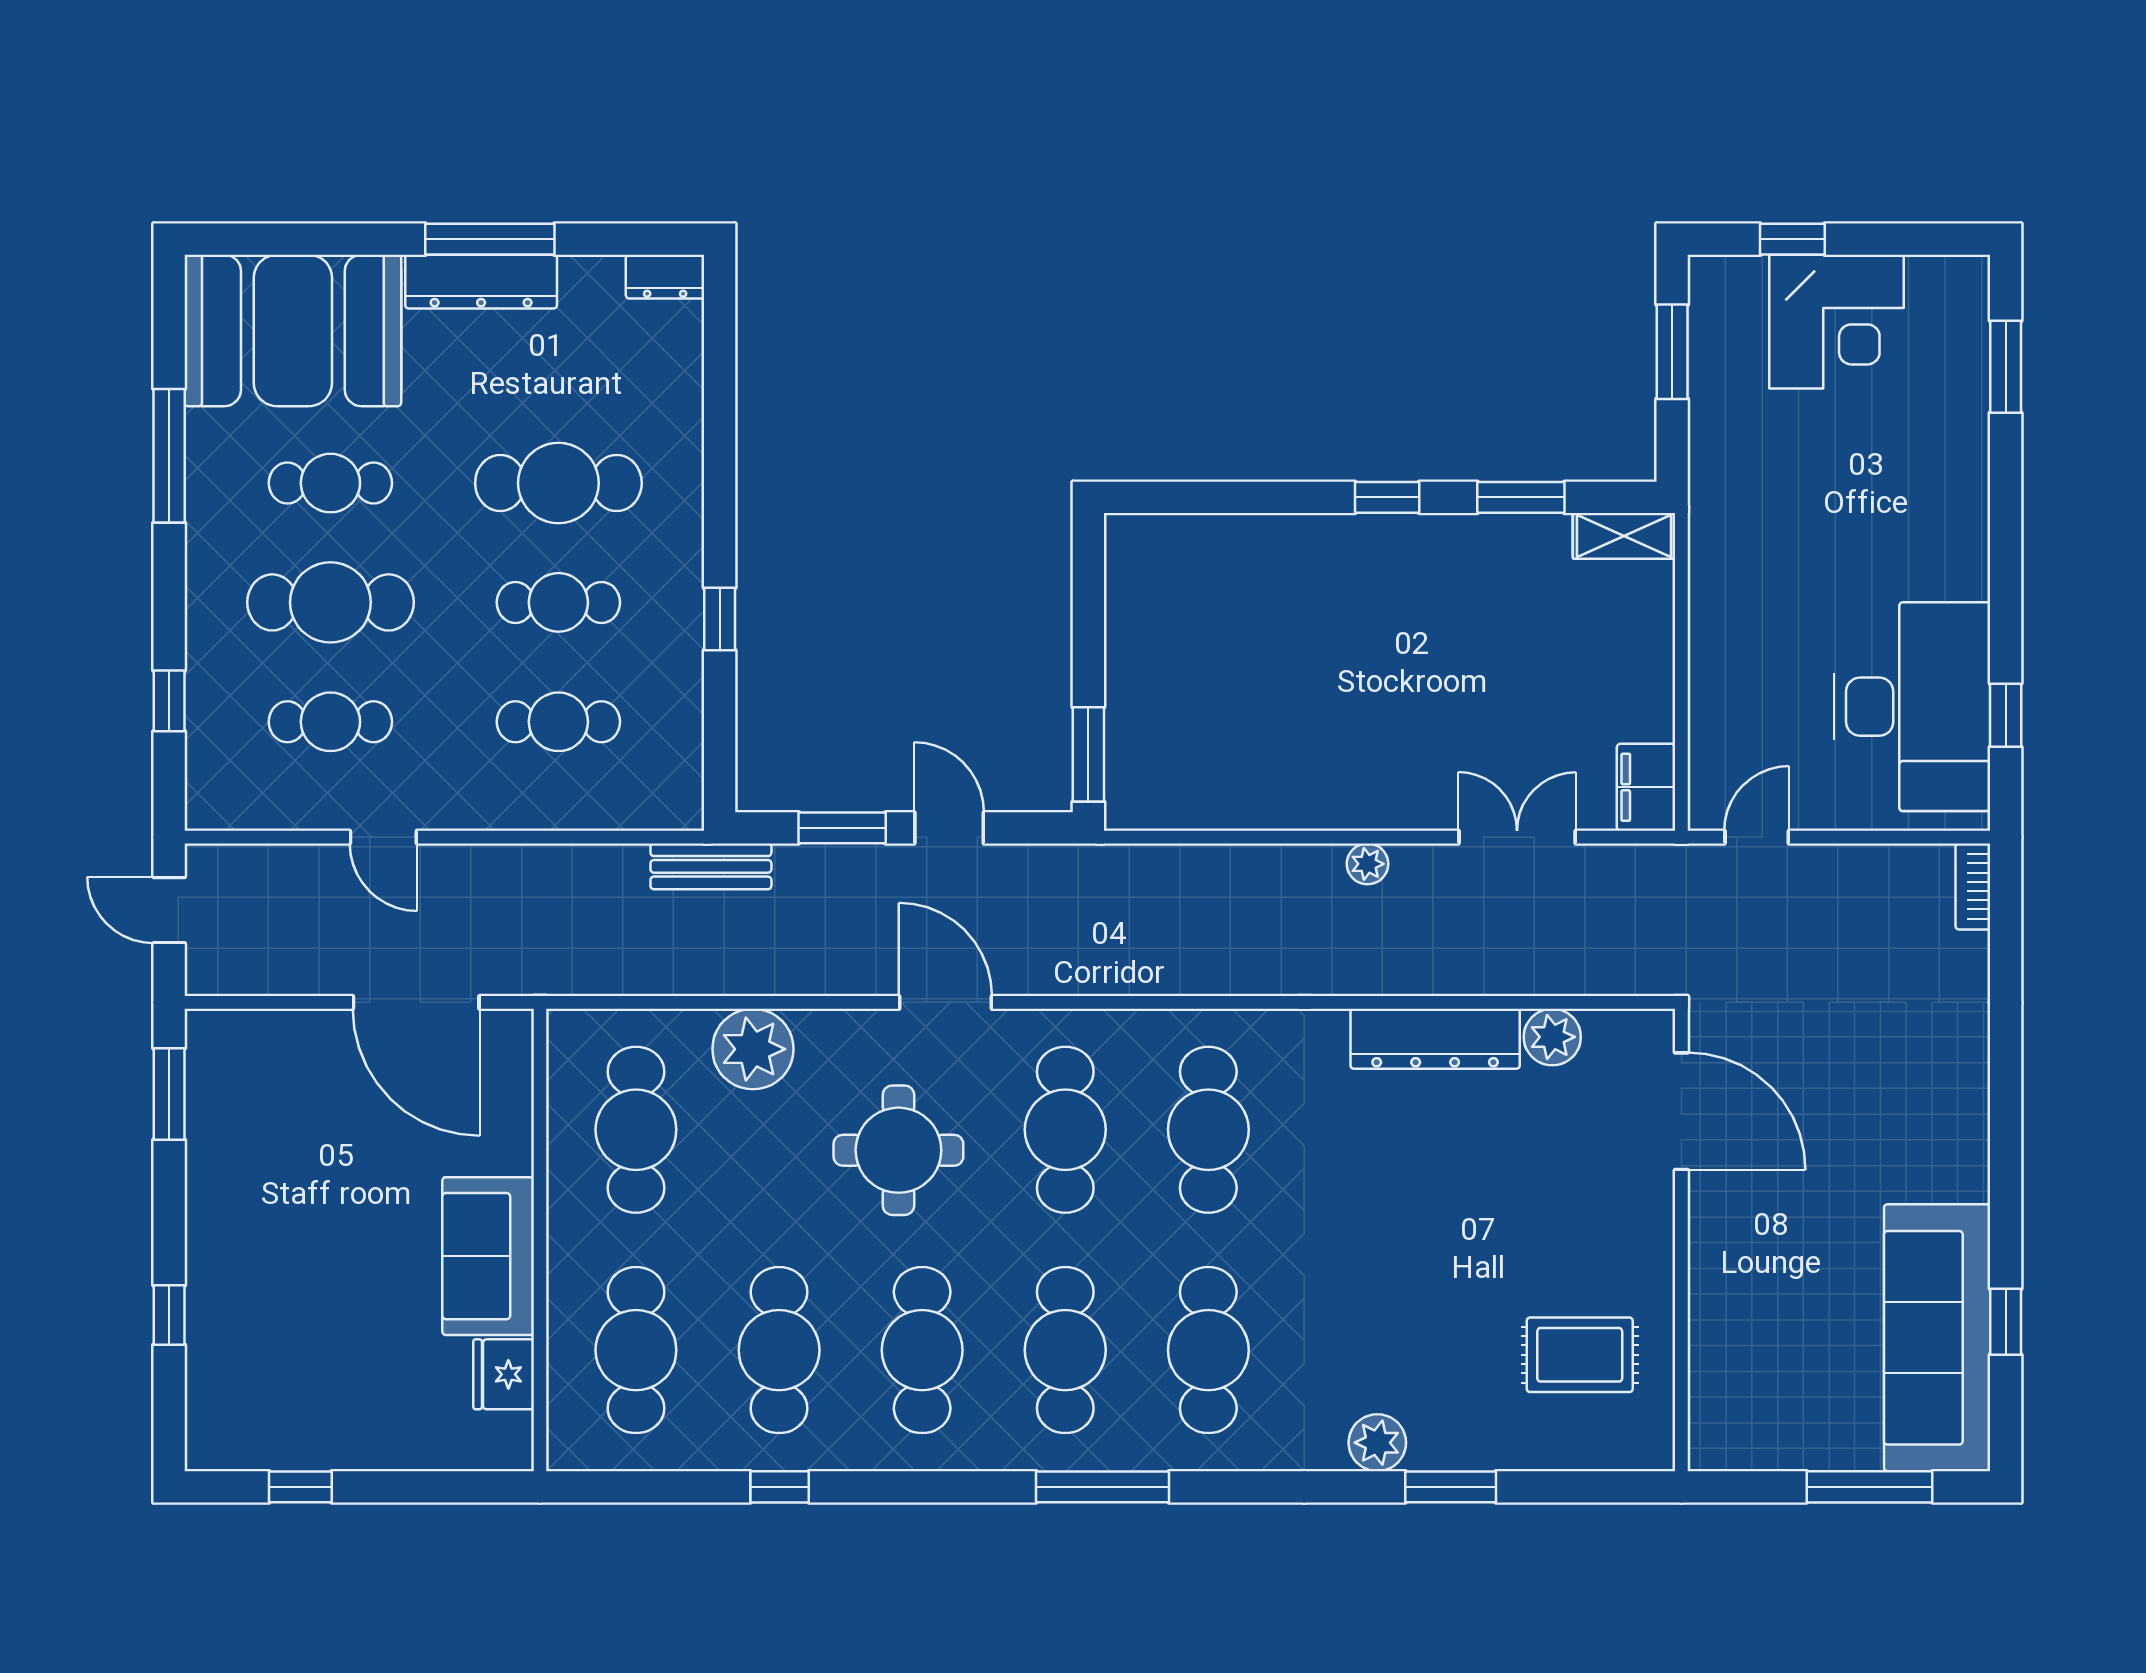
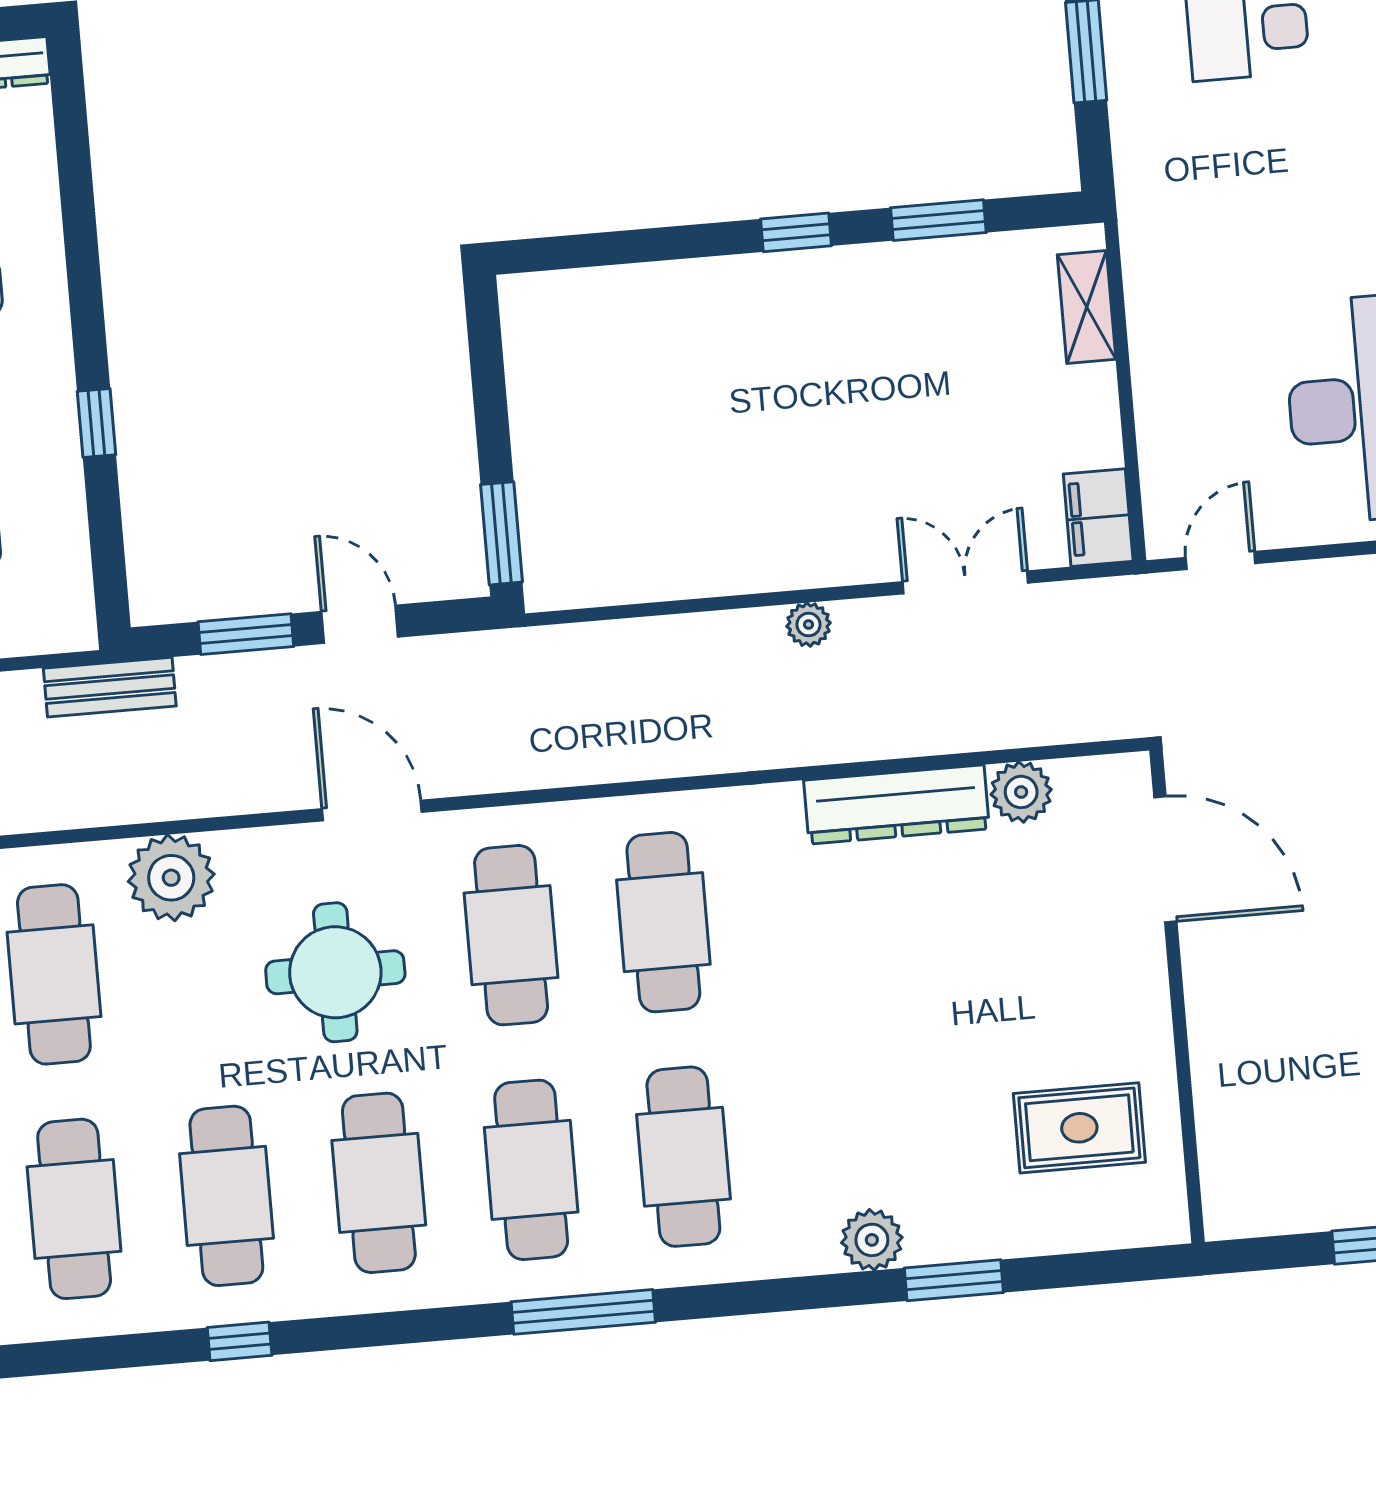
shelving: (1624, 536) -> (1087, 307), moved, turned 90

